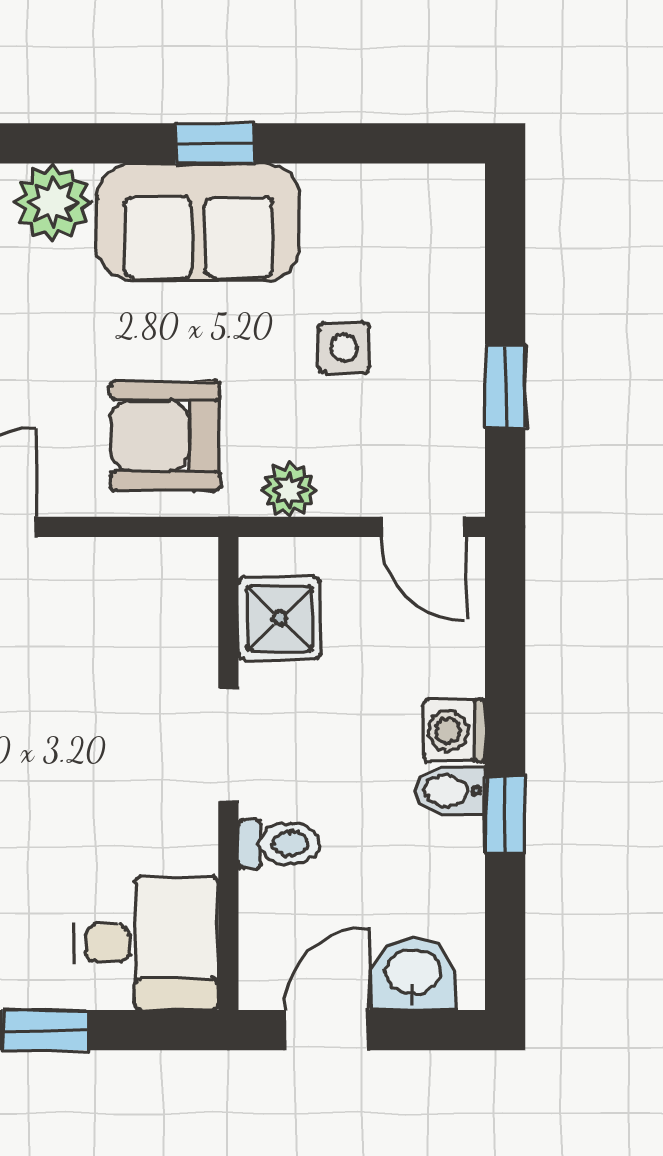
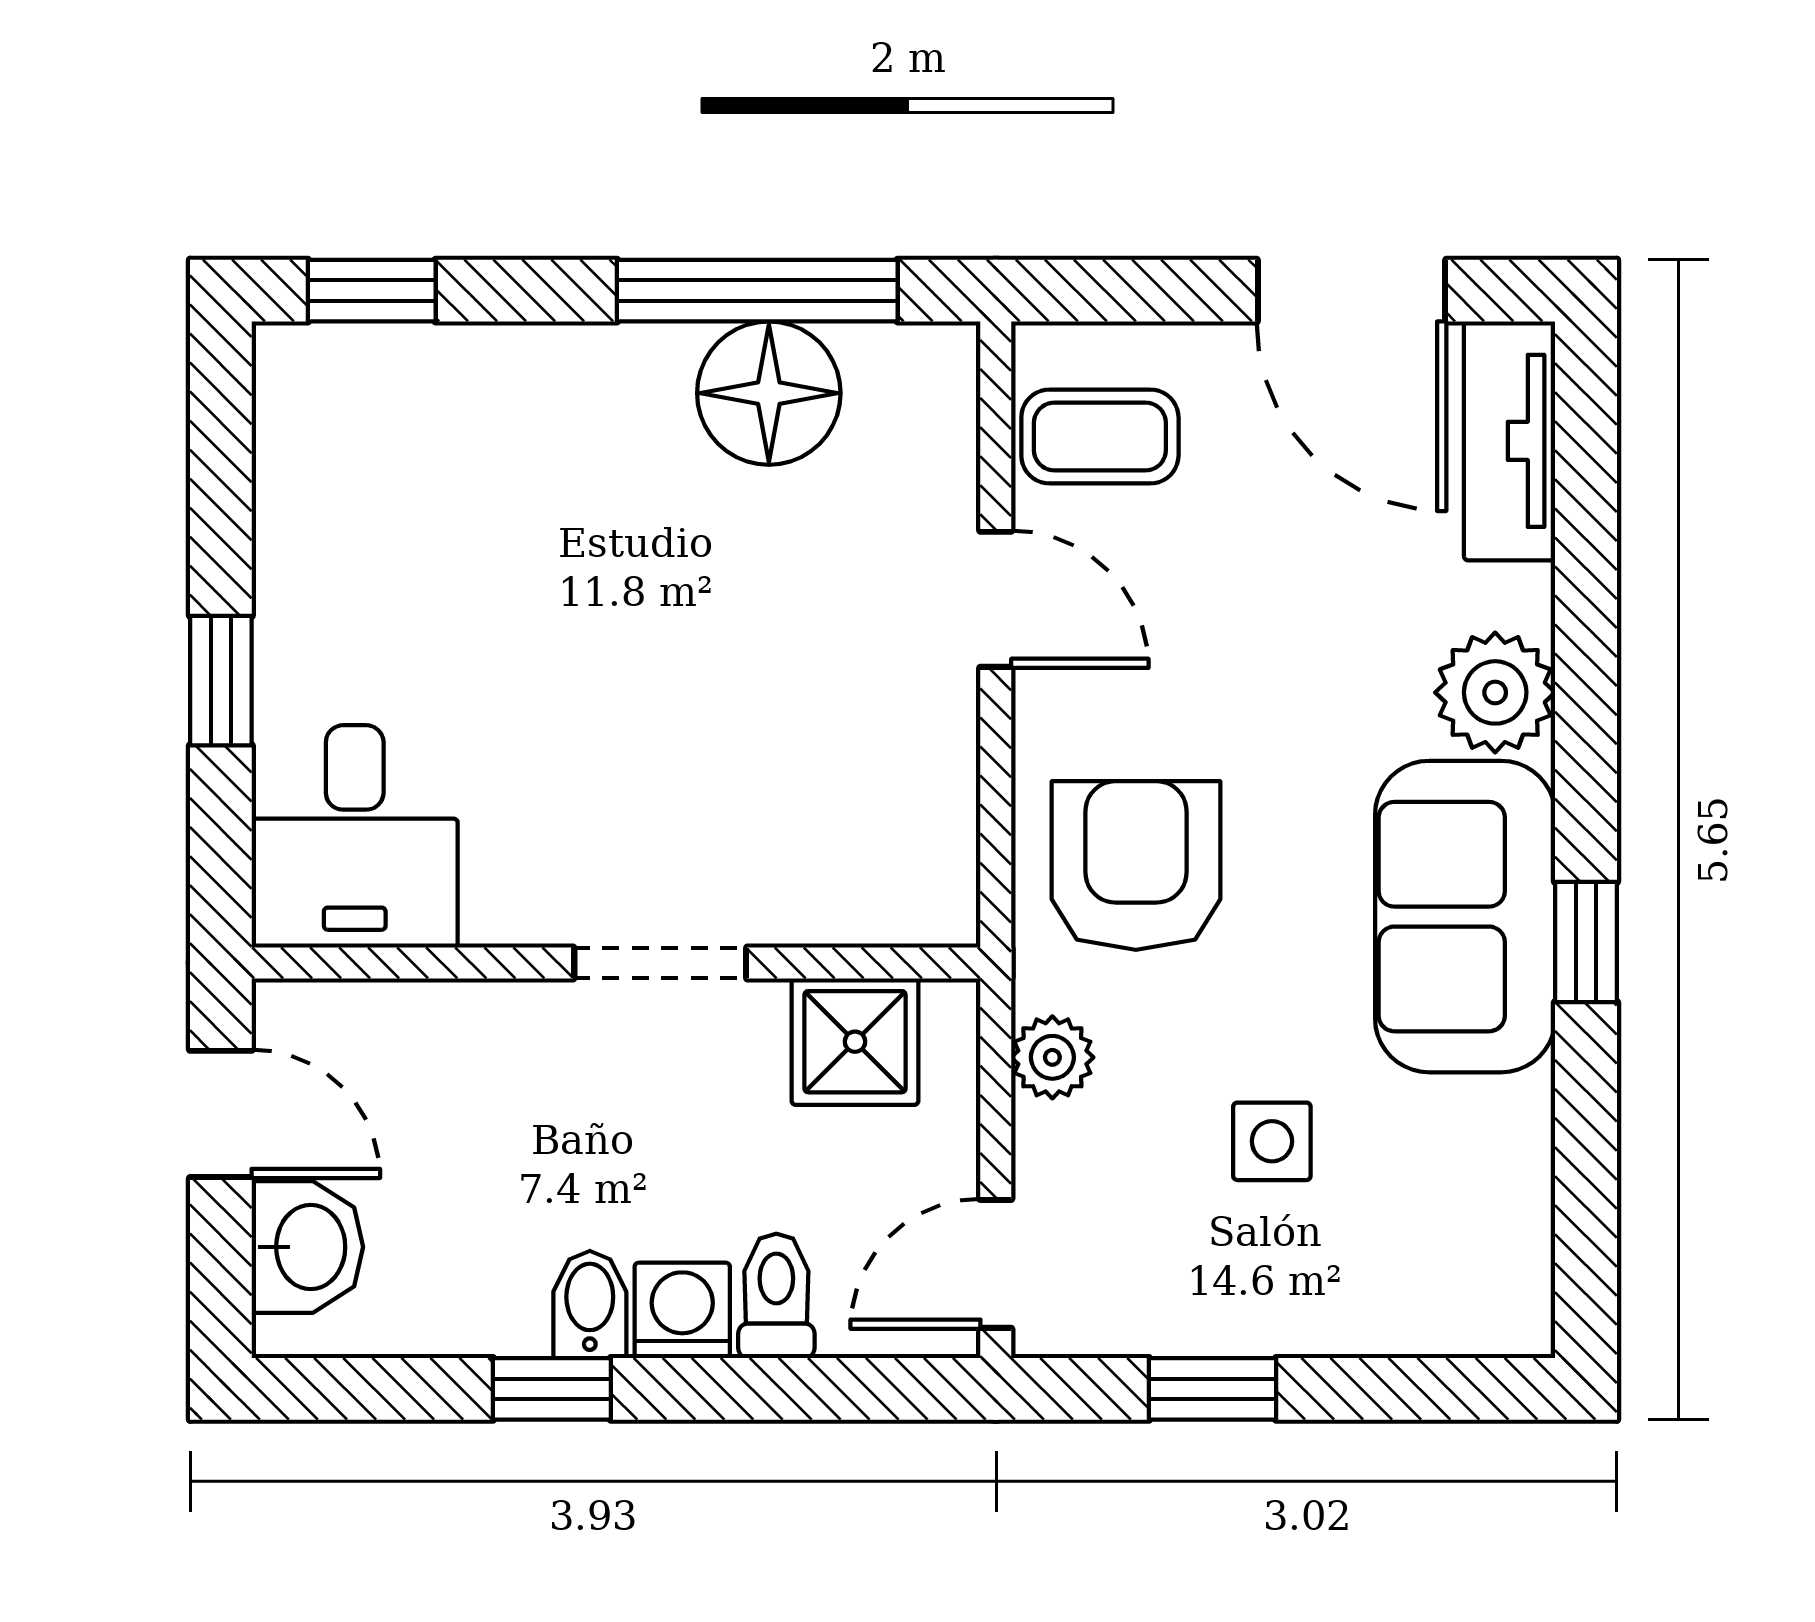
toilet: (279, 844) -> (776, 1296), moved, turned 180

